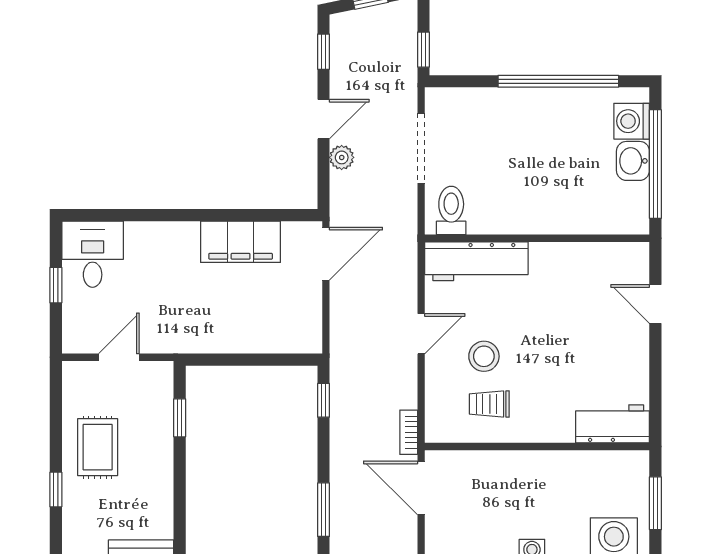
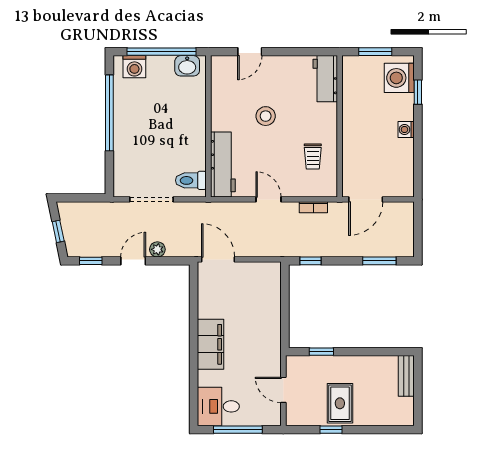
window: (423, 50) -> (89, 198), removed
door: (324, 119) -> (133, 261), hinge flipped
washbasin: (633, 161) -> (187, 66), moved
filing cabinet: (241, 242) -> (210, 344), moved
window: (56, 285) -> (238, 430), width x2.17
stool: (484, 356) -> (266, 116), moved
bookcase: (409, 432) -> (313, 207), moved
rug: (98, 447) -> (340, 403), turned 90
window: (56, 489) -> (331, 430), moved

